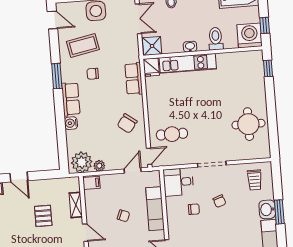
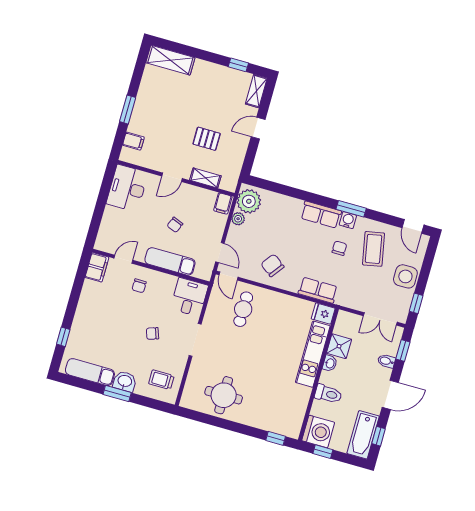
door: (52, 20) -> (413, 226), hinge flipped
shower: (152, 46) -> (339, 346), moved
water cooler: (71, 123) -> (348, 220), moved
chair: (194, 209) -> (139, 286), moved

